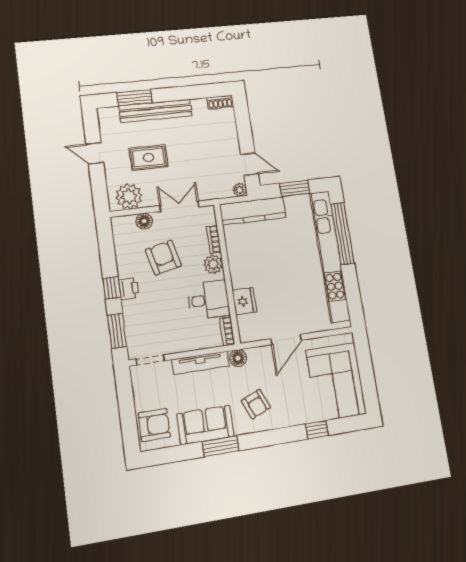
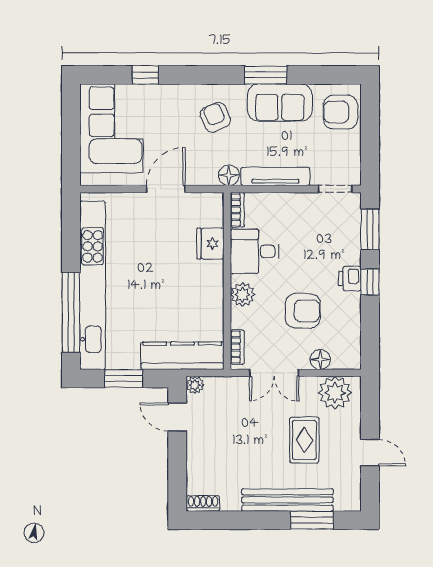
rug: (148, 157) -> (304, 440), turned 90
bookcase: (214, 239) -> (237, 347), moved
armchair: (163, 258) -> (303, 311), turned -76

